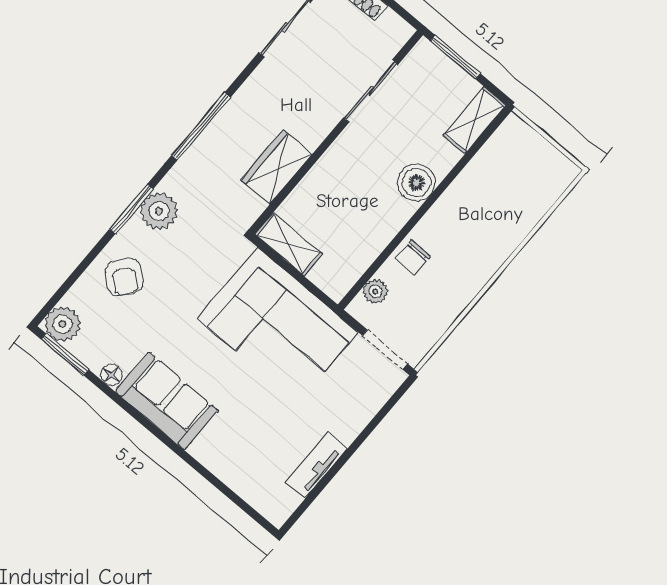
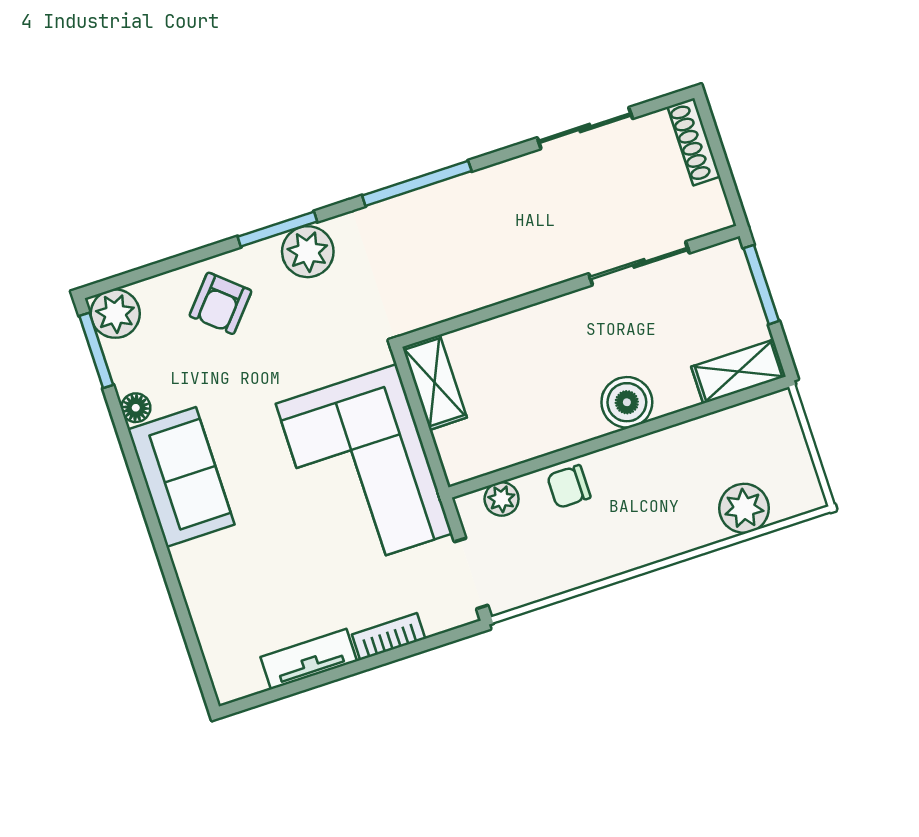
wardrobe: (277, 167) -> (476, 284), removed
plant: (531, 204) -> (744, 508), added
bookcase: (358, 421) -> (389, 637), added

